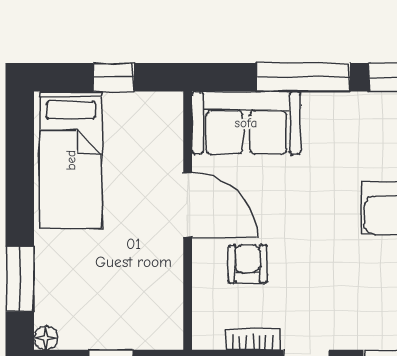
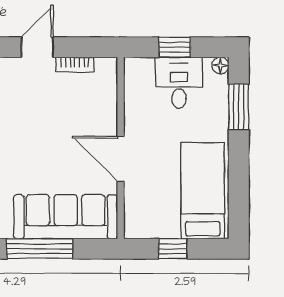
sofa: (246, 123) -> (66, 217), width x1.36
armchair: (248, 264) -> (78, 118), removed
desk: (105, 313) -> (179, 83), added

